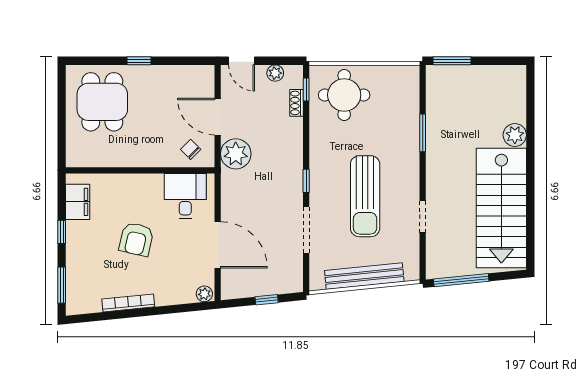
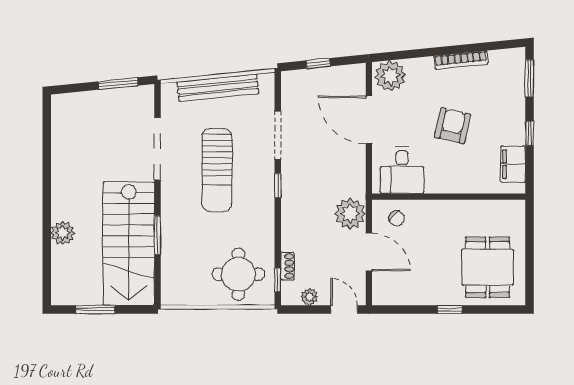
window: (452, 61) -> (95, 310), moved
sun lounger: (365, 196) -> (217, 170), turned 180
stairs: (501, 208) -> (129, 244), moved, turned 180
doorway: (423, 217) -> (158, 149), width x1.87
window: (461, 280) -> (118, 84), width x0.69
plant: (204, 294) -> (390, 76), width x1.88, depth x1.88

